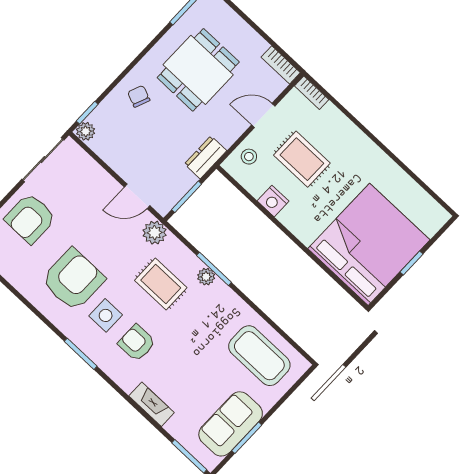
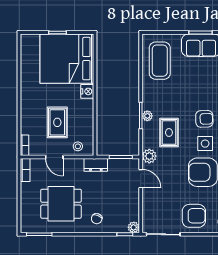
nightstand: (273, 201) -> (87, 91), moved
armchair: (137, 343) -> (204, 119), turned -92

